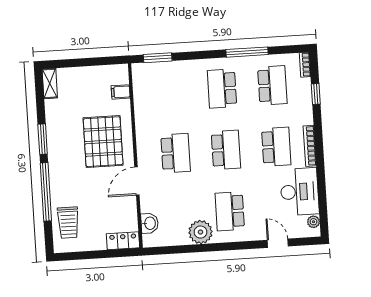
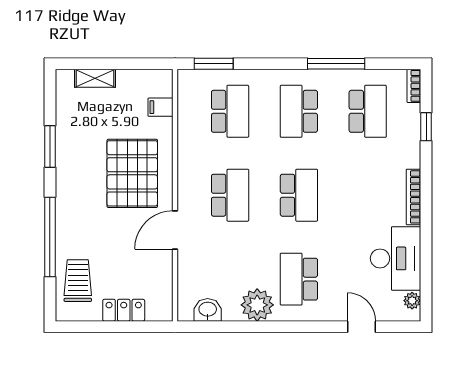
shelving: (50, 83) -> (95, 78), moved, turned 90
window: (43, 139) -> (50, 147), moved
school desk: (276, 147) -> (230, 111), moved
trolley: (68, 222) -> (78, 281), turned 180
washbasin: (150, 223) -> (208, 310), moved, turned -90
locker: (123, 241) -> (124, 310), moved

